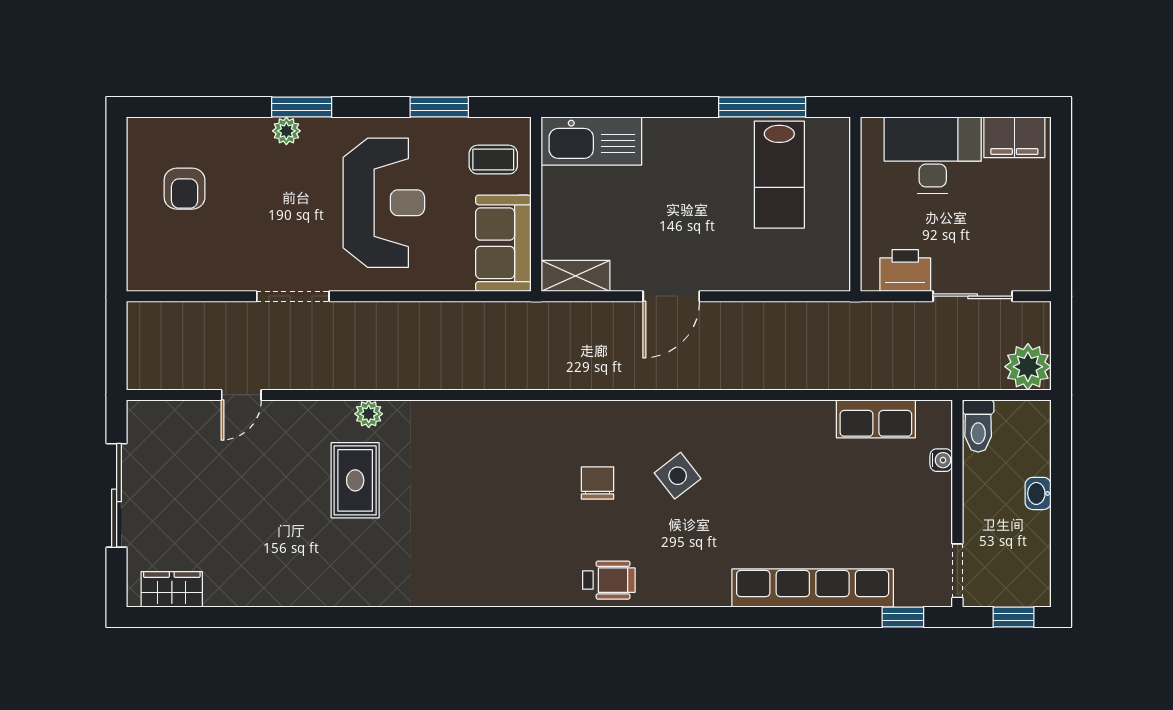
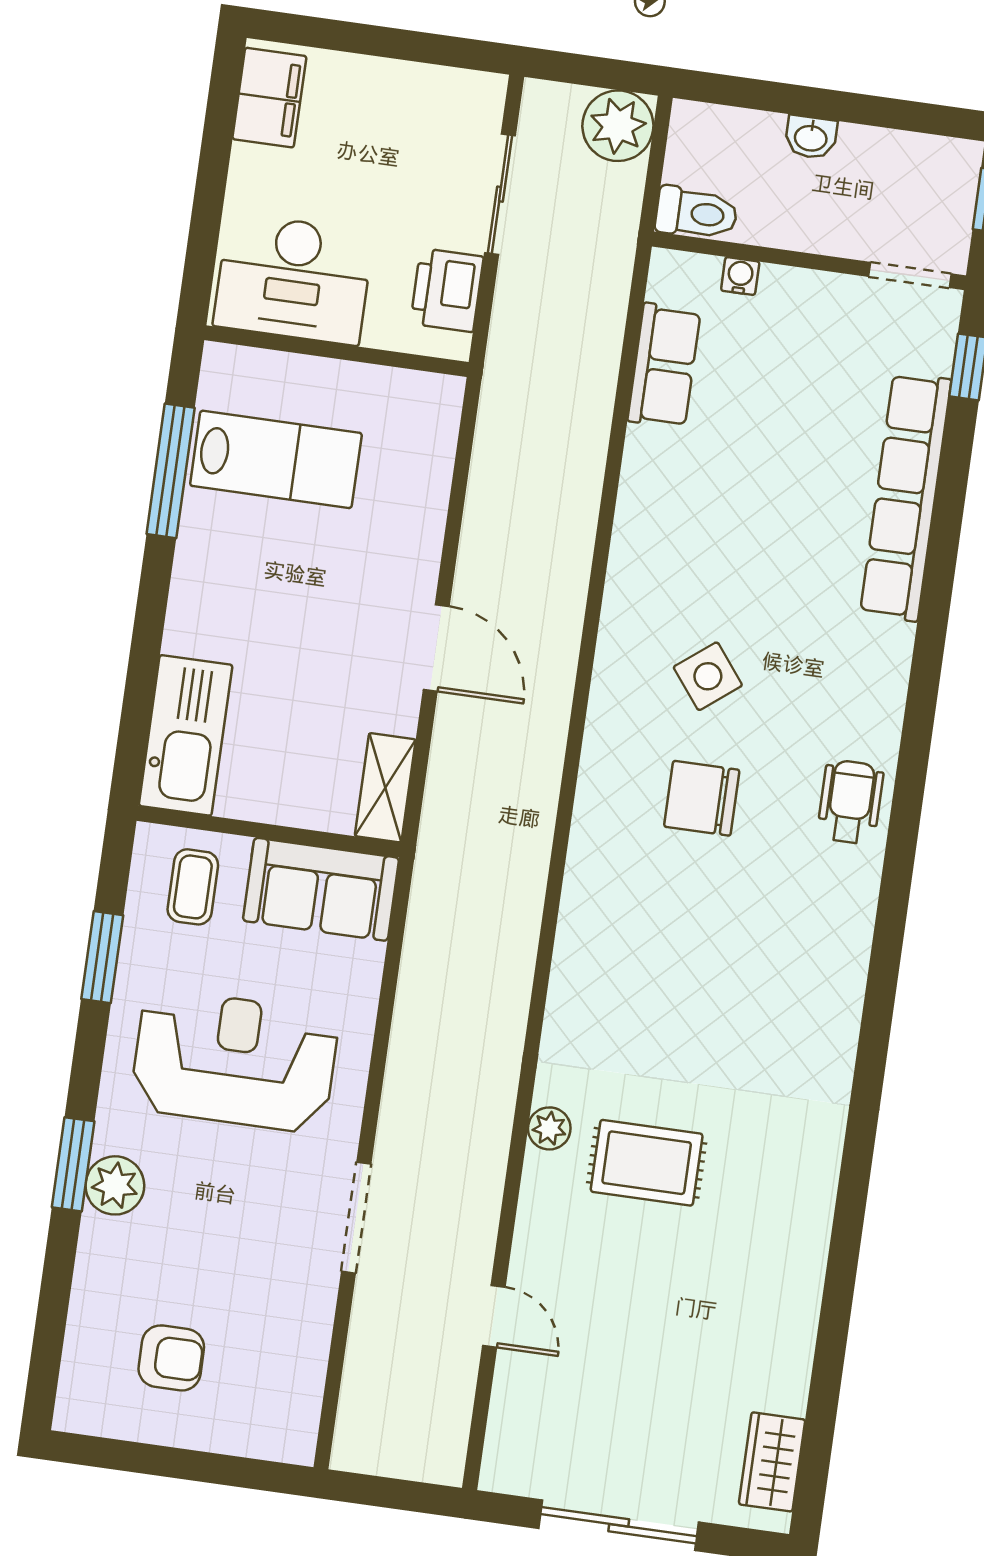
plant: (286, 131) -> (115, 1185), width x1.38, depth x1.38
desk: (933, 155) -> (293, 279), moved, turned -90
chair: (598, 483) -> (702, 798), width x1.37, depth x1.37

